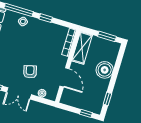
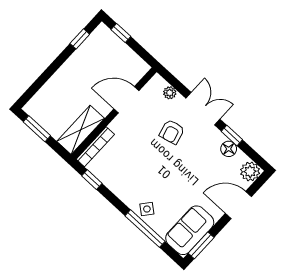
window: (46, 18) -> (92, 180), moved
boiler: (105, 70) -> (64, 82), removed
door: (64, 77) -> (126, 100), hinge flipped

